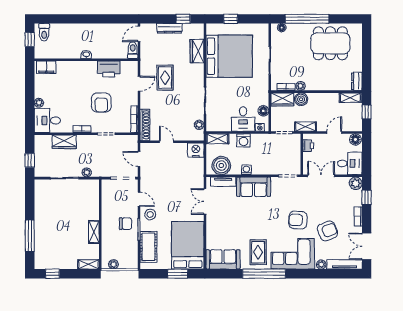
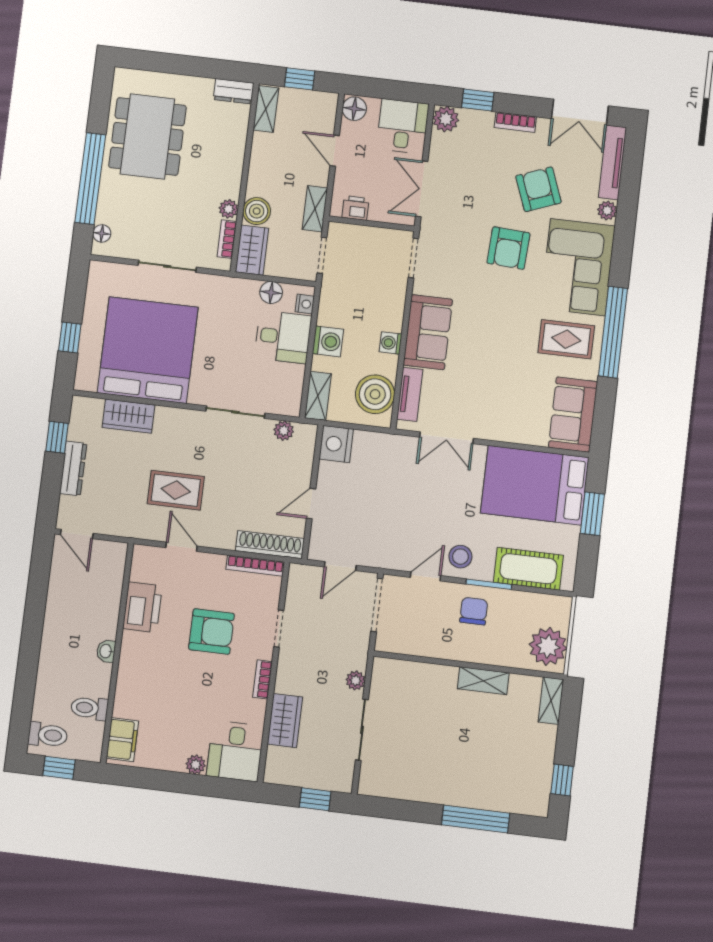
toilet: (133, 50) -> (89, 708), moved
plant: (113, 264) -> (548, 646), width x1.88, depth x1.88

